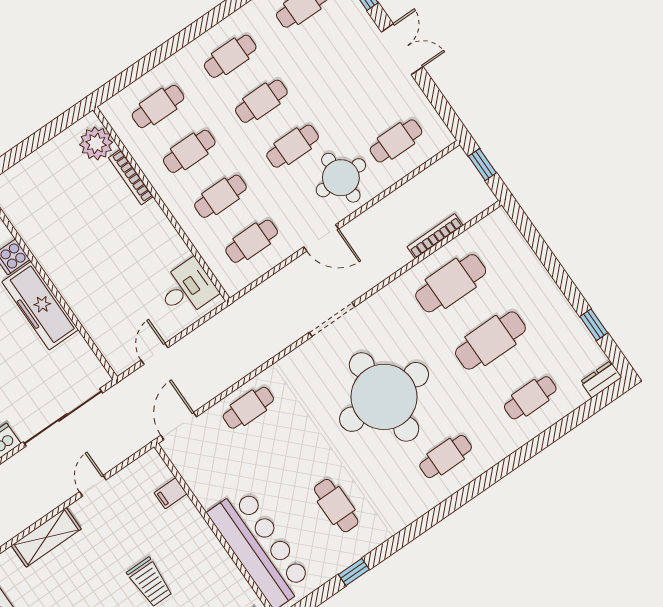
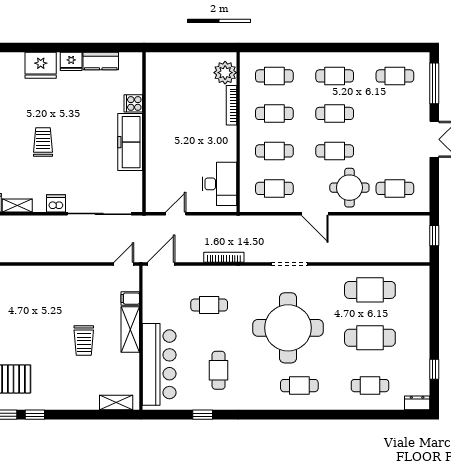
bookcase: (435, 236) -> (224, 257), moved
desk: (187, 289) -> (219, 184), width x1.37
cafe table: (248, 408) -> (209, 305), moved
door: (93, 486) -> (124, 264), moved
shelving: (46, 537) -> (130, 330), moved, turned 90

